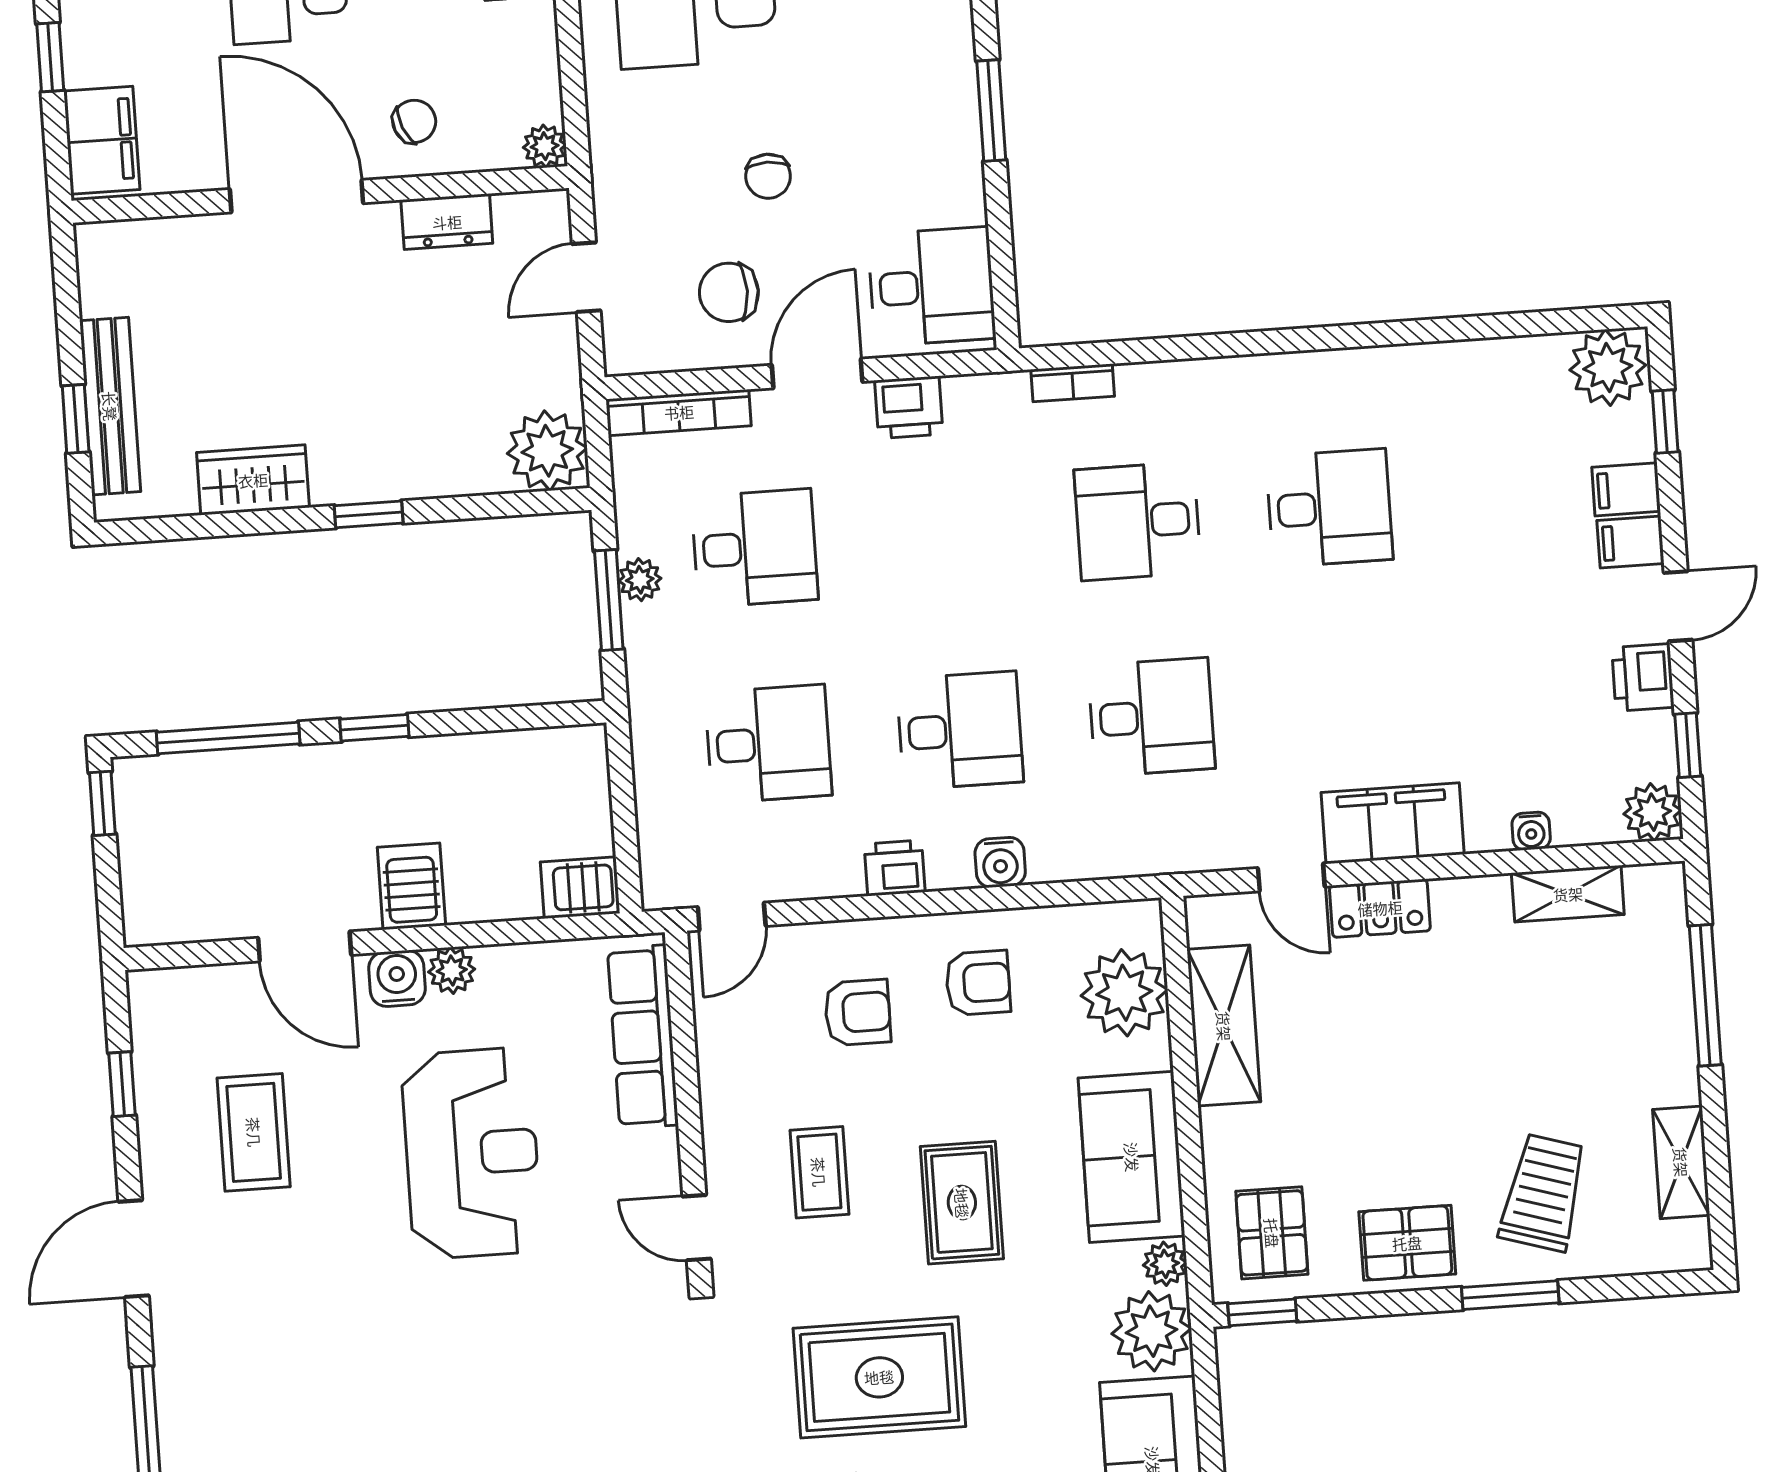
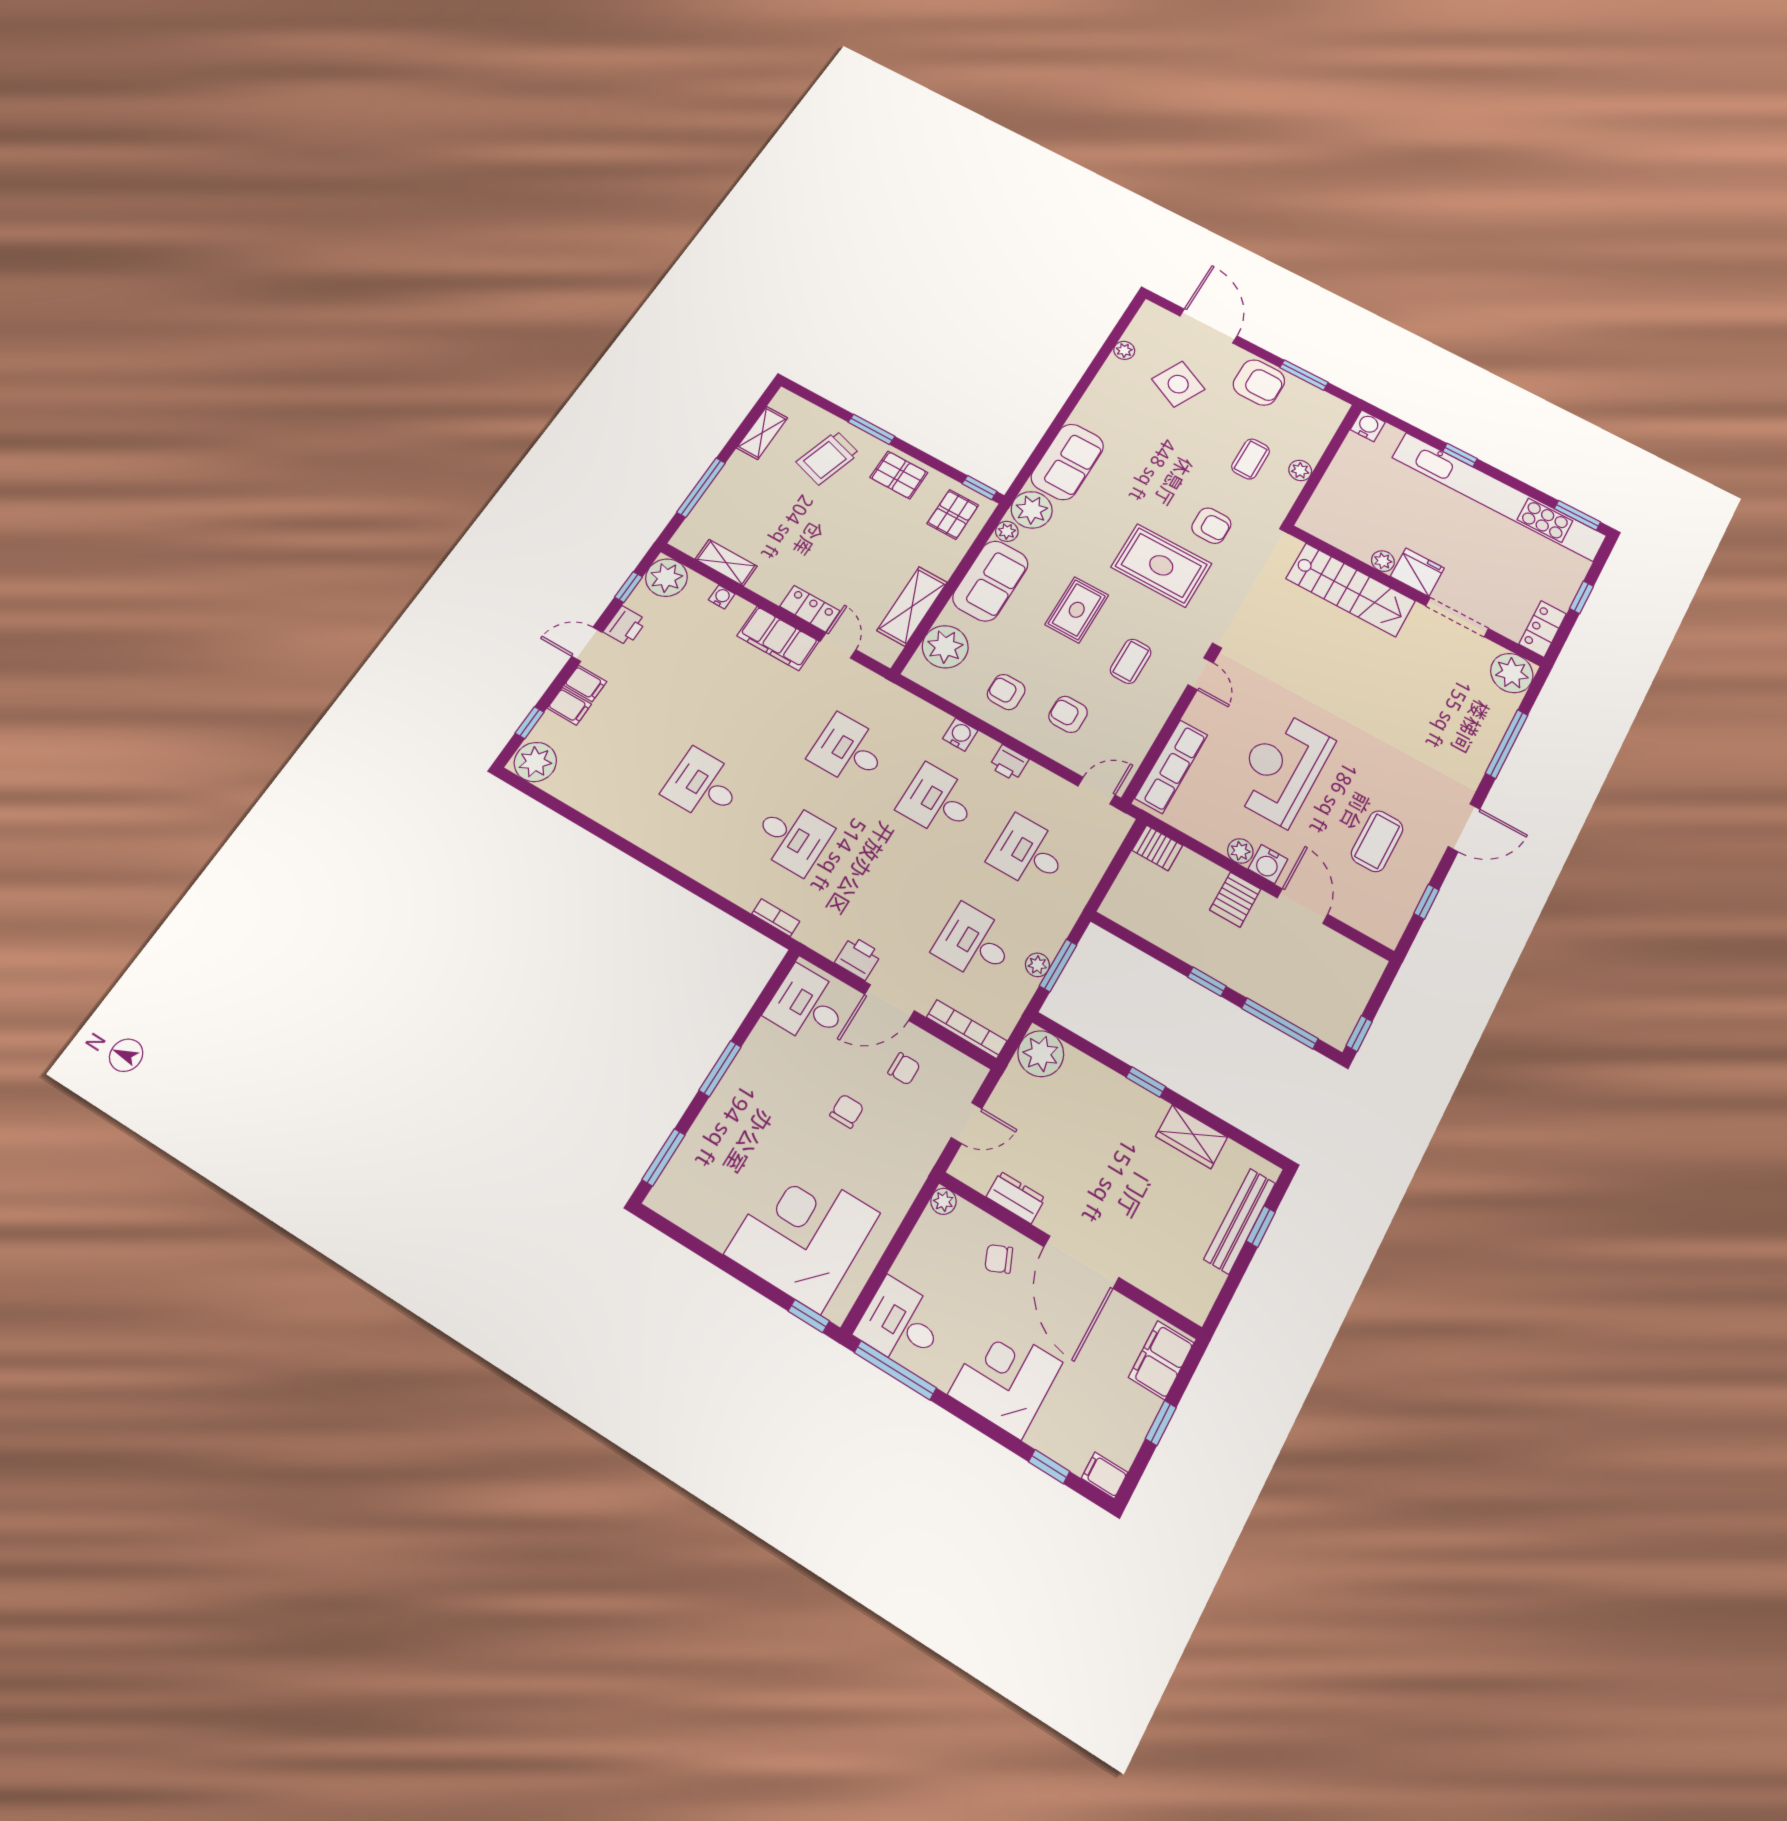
chair: (729, 292) -> (904, 1069), width x0.73, depth x0.73
plant: (1652, 812) -> (666, 578), width x1.36, depth x1.36

